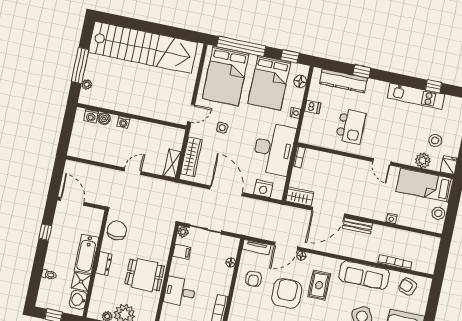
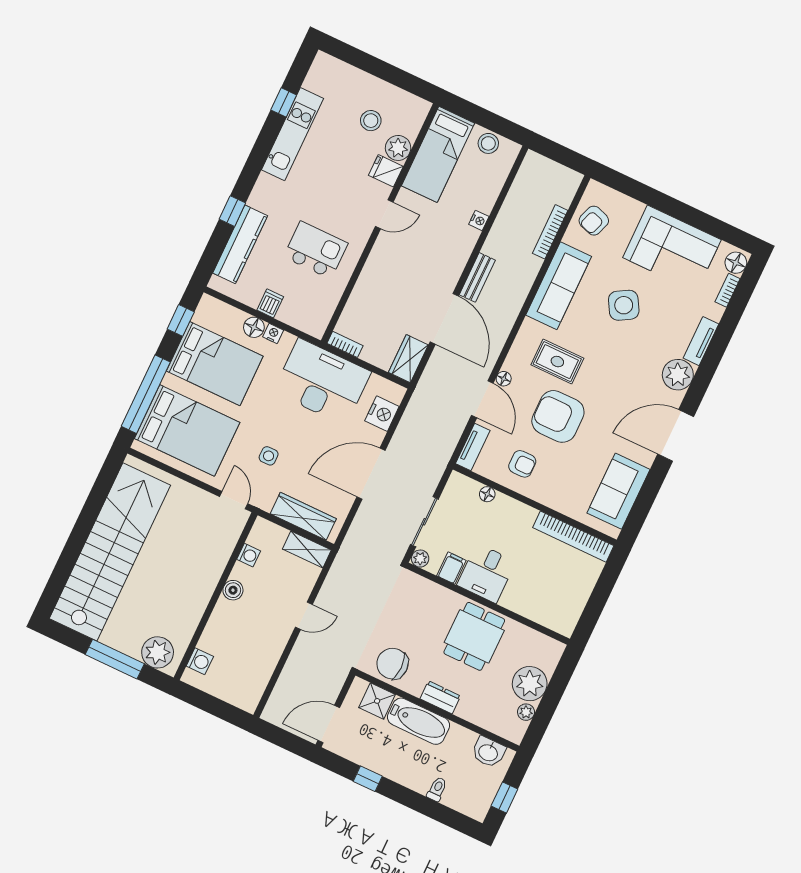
floor lamp: (300, 81) -> (254, 327), moved
plant: (87, 85) -> (158, 652), width x1.88, depth x1.88
boiler: (104, 119) -> (233, 590), moved
washing machine: (123, 122) -> (249, 555), moved
fridge: (449, 165) -> (386, 171), moved
door: (133, 171) -> (304, 616), swing flipped
shower: (81, 282) -> (377, 701), moved
desk: (180, 292) -> (486, 573), moved

